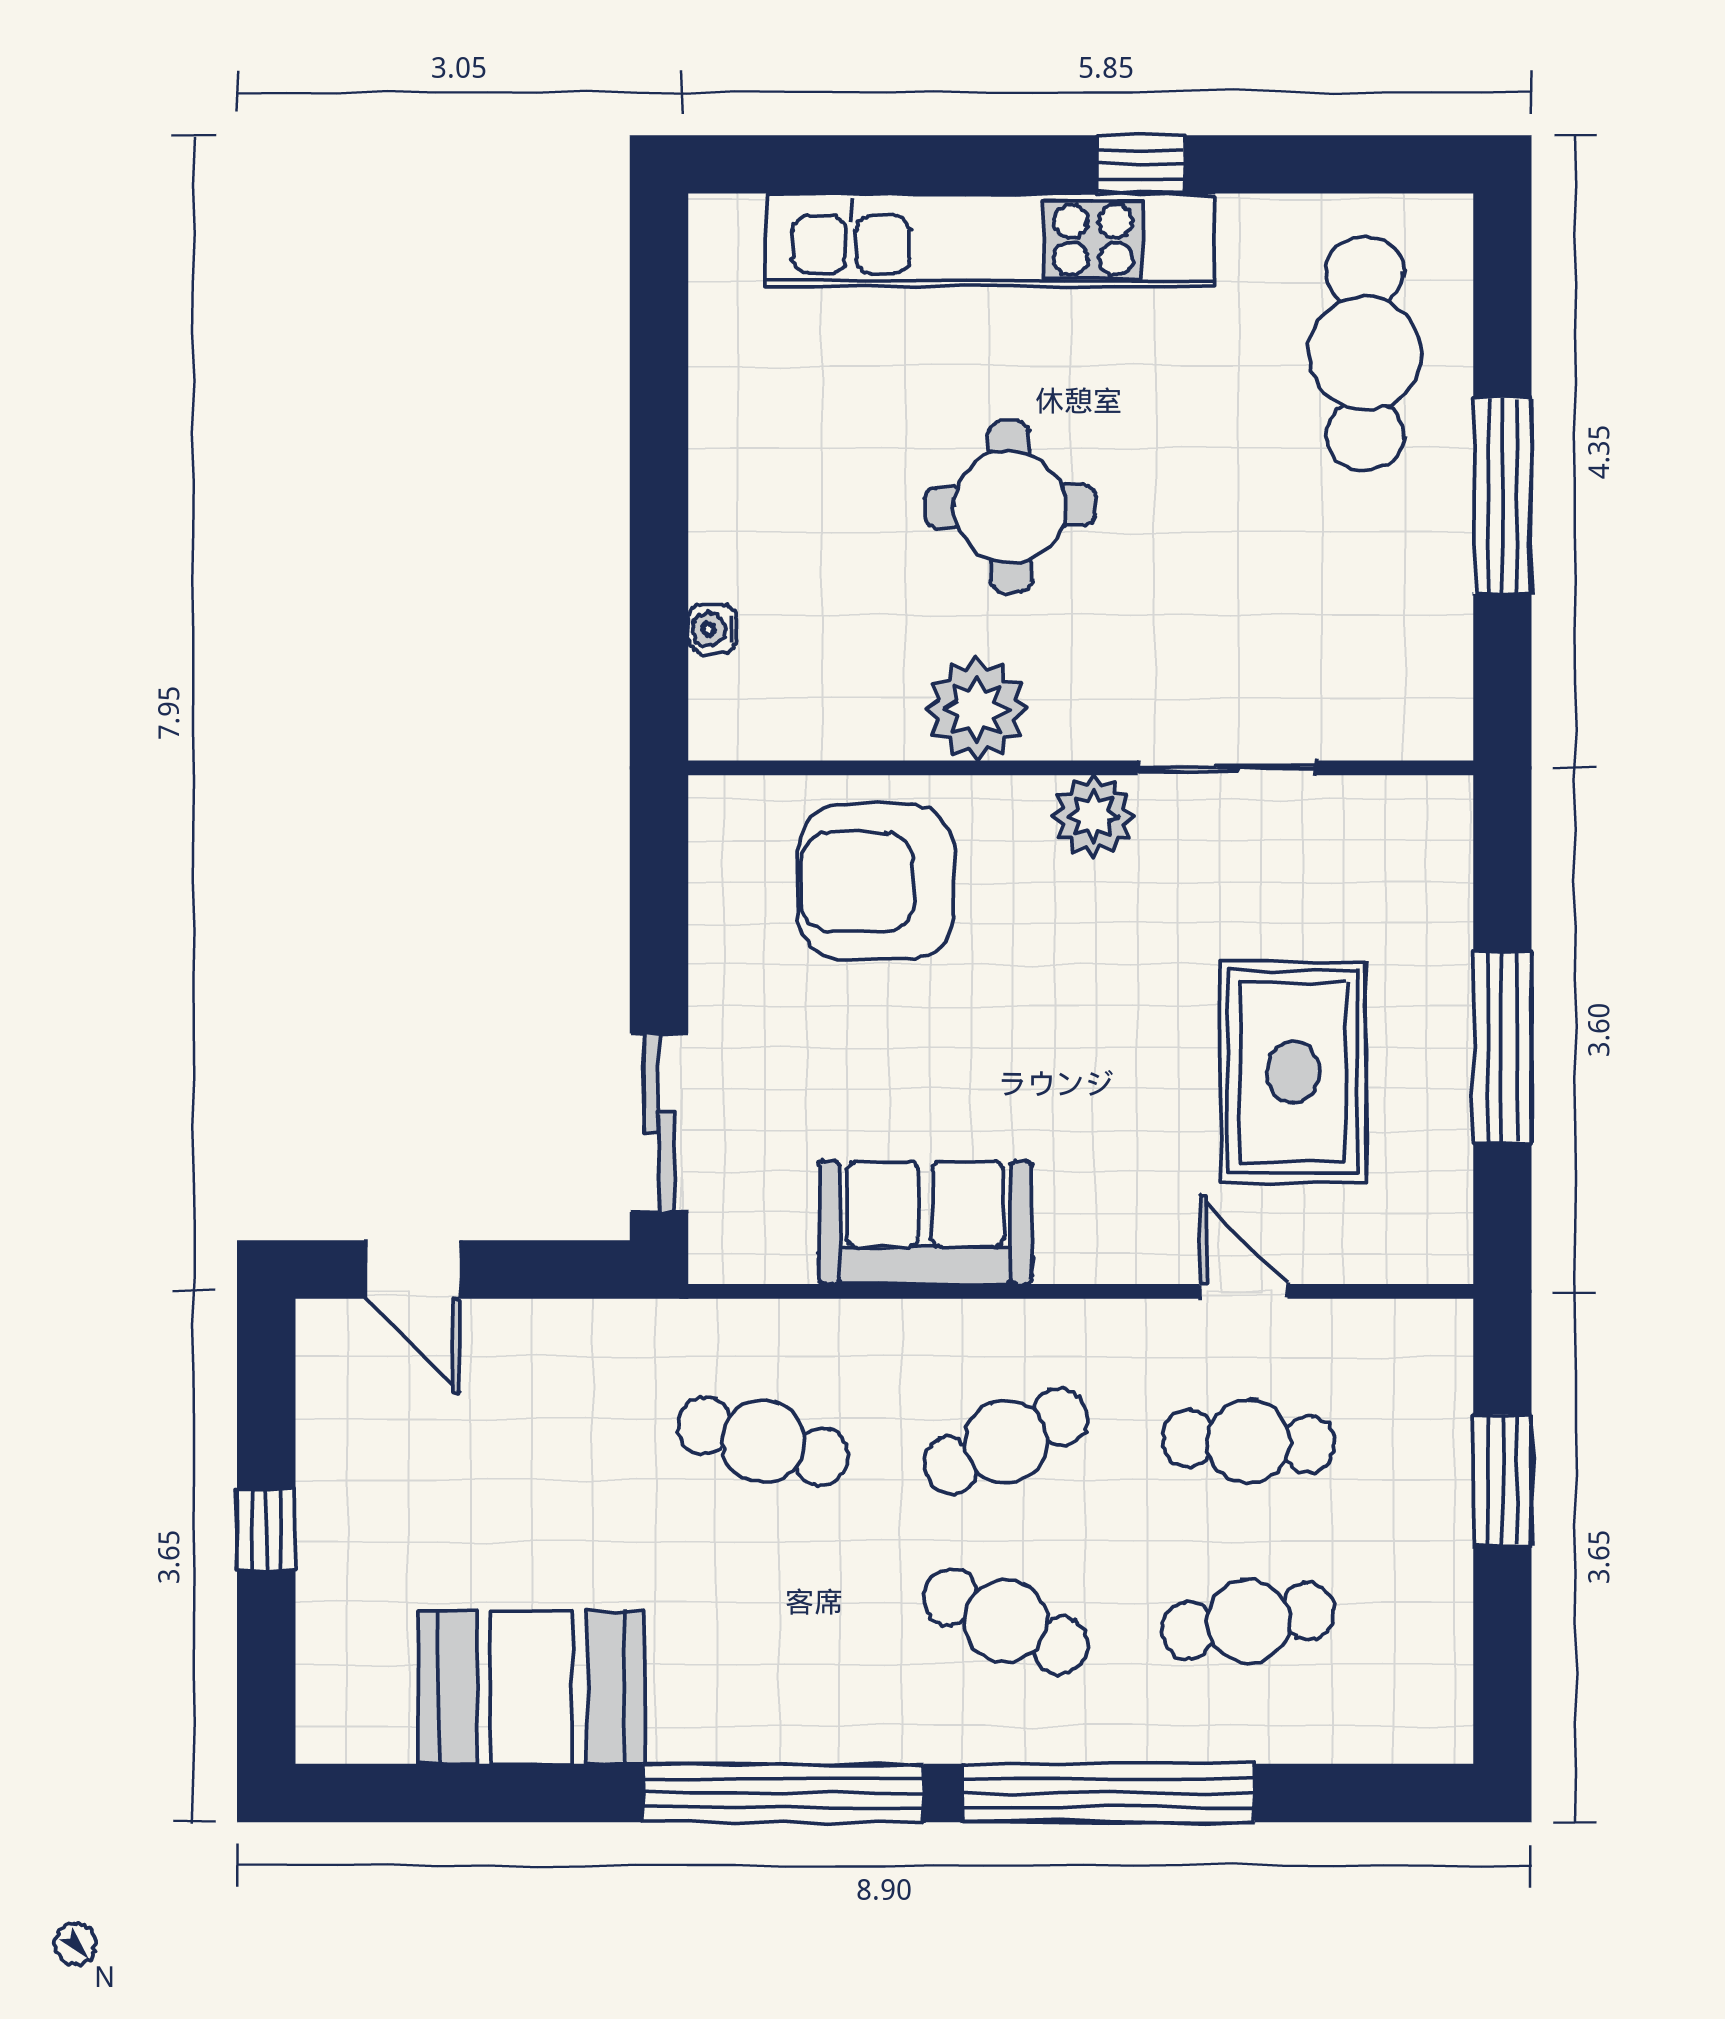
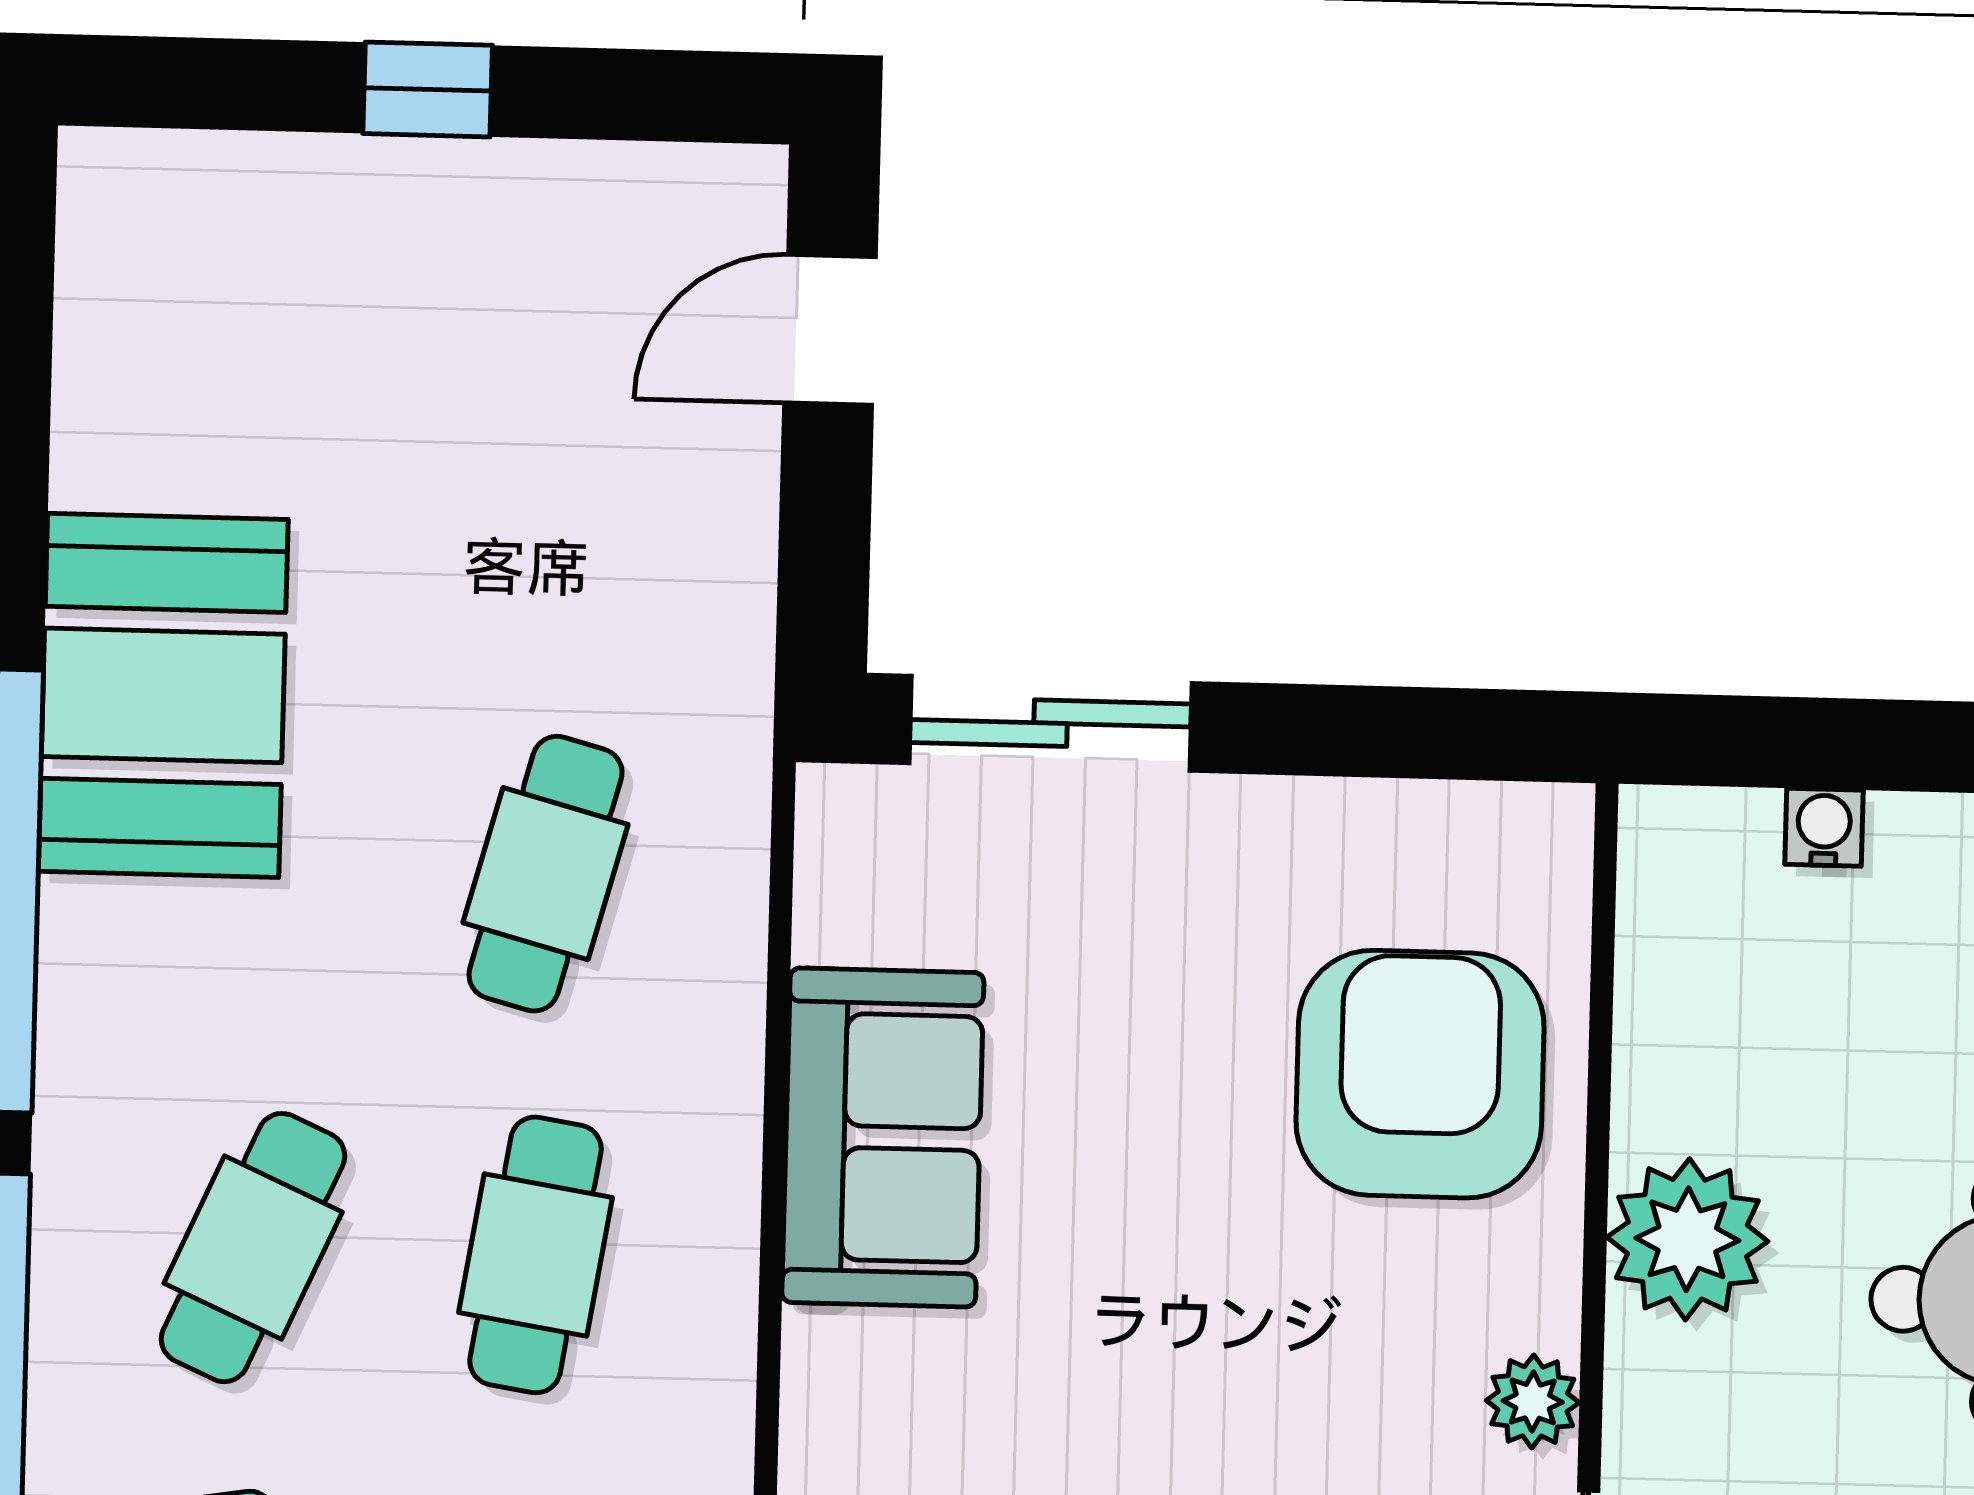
plant: (1093, 816) -> (1533, 1401), width x0.73, depth x0.73
cafe table: (1006, 1441) -> (536, 1255), turned 33
booth: (532, 1688) -> (163, 695), moved

